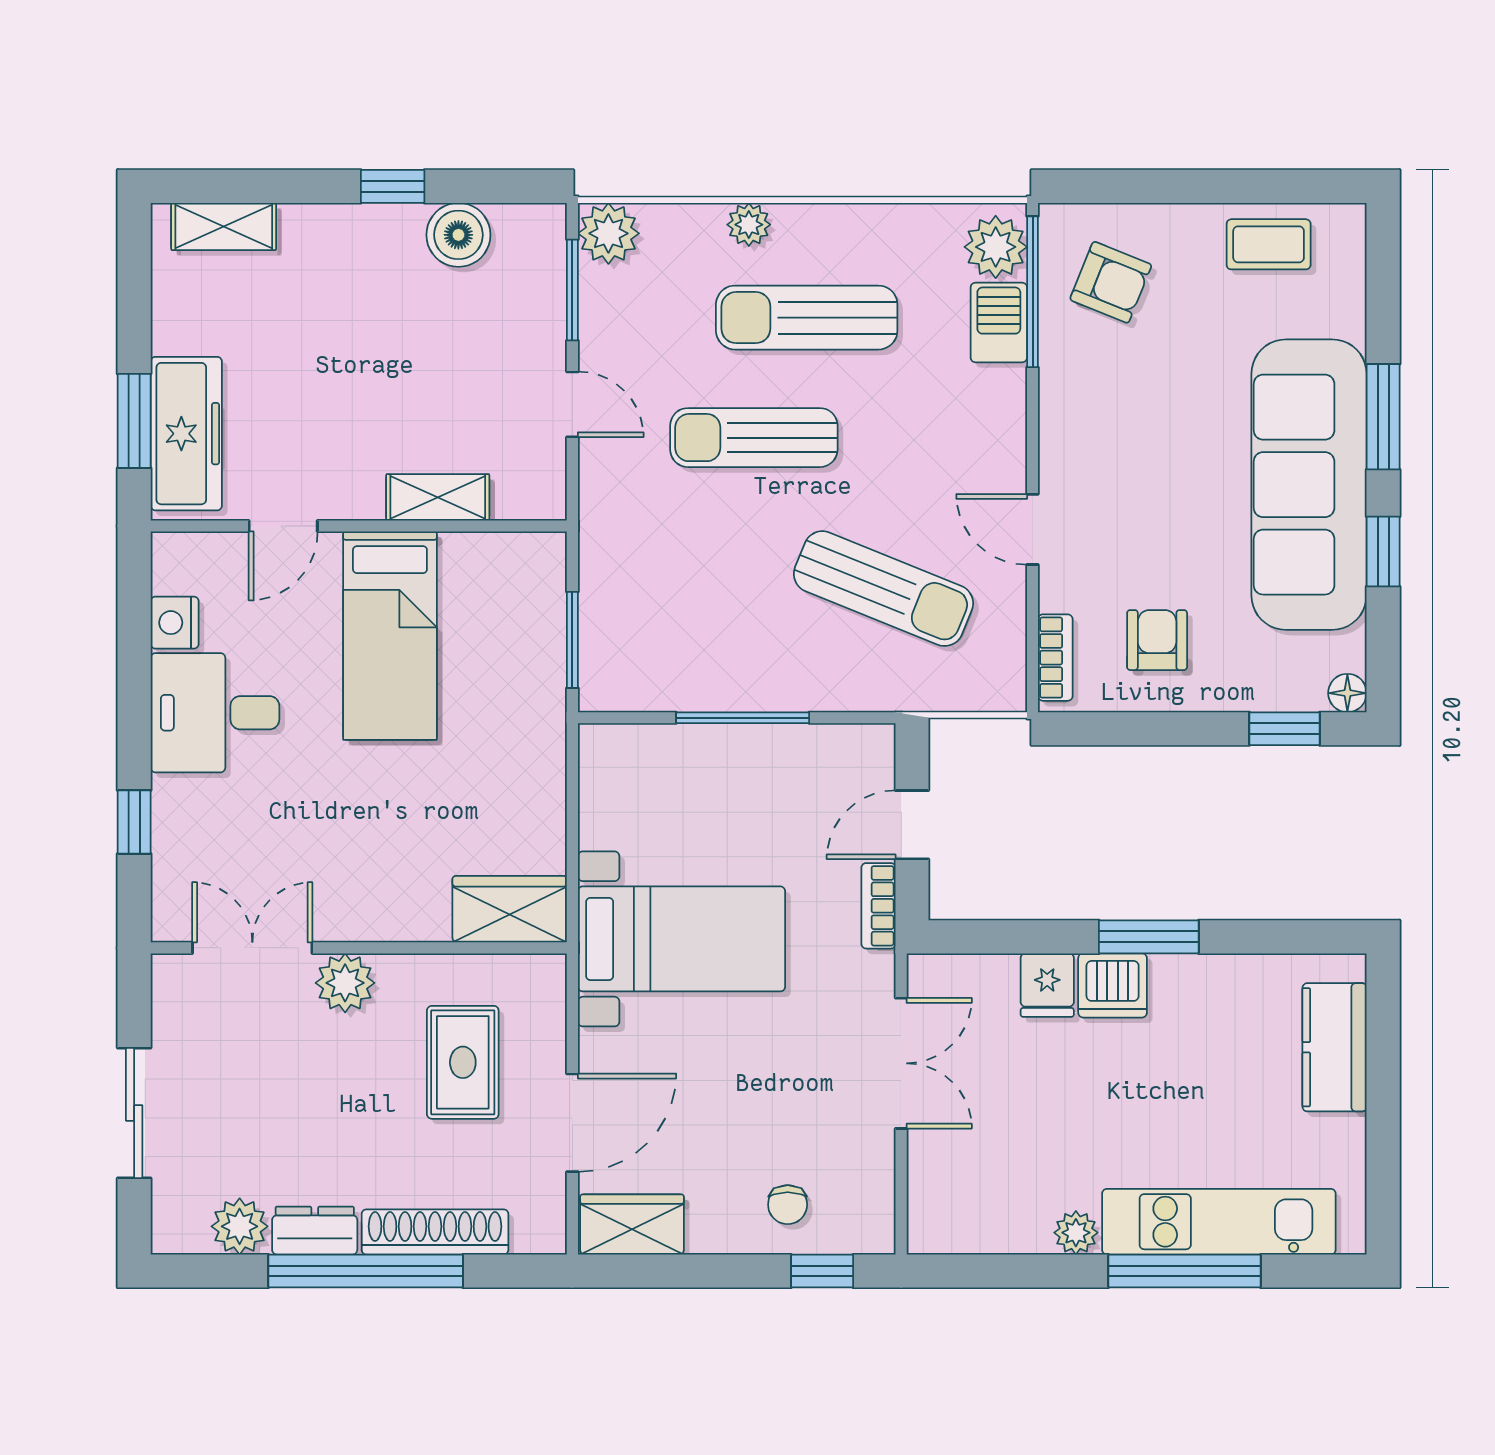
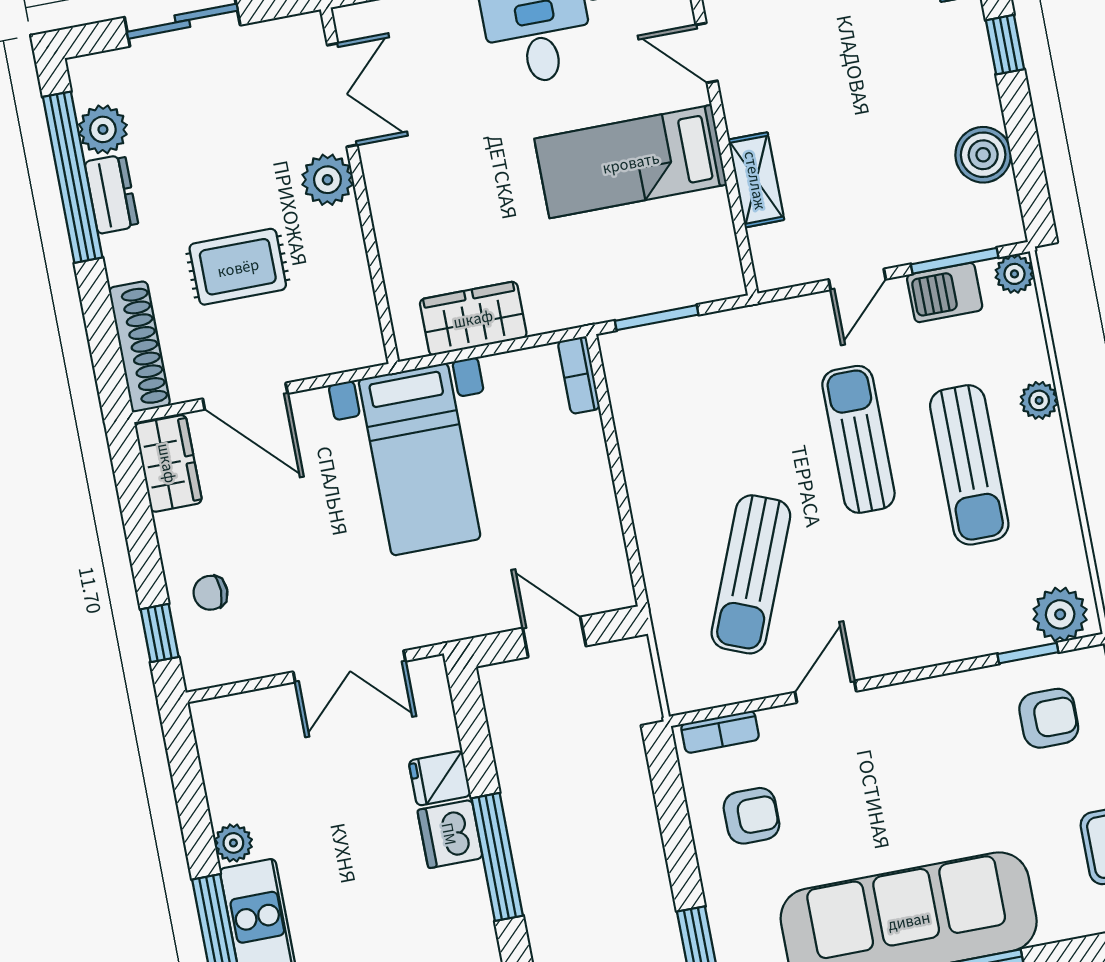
window: (393, 186) -> (1005, 45), moved
plant: (608, 233) -> (1014, 274), width x0.73, depth x0.73
armchair: (1111, 282) -> (1049, 718), turned -112
window: (1033, 292) -> (1028, 653), width x0.46
sun lounger: (807, 318) -> (969, 465), turned 180
barbecue: (999, 322) -> (945, 292), moved, turned 180
window: (743, 718) -> (618, 475), removed
bookcase: (878, 906) -> (579, 375), moved, turned -90
wardrobe: (510, 909) -> (473, 318), moved, turned -90
window: (1149, 937) -> (497, 857), width x1.44
rug: (463, 1062) -> (238, 267), moved
shoe rack: (435, 1232) -> (139, 347), moved
window: (366, 1271) -> (73, 177), moved

